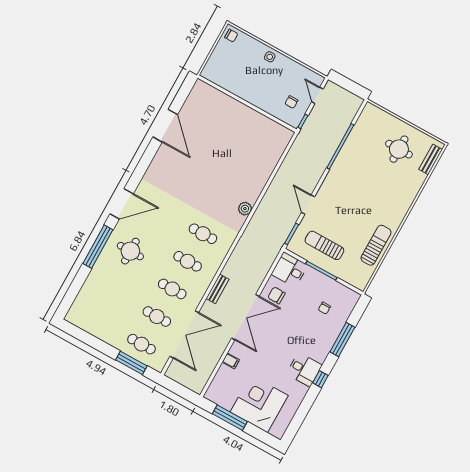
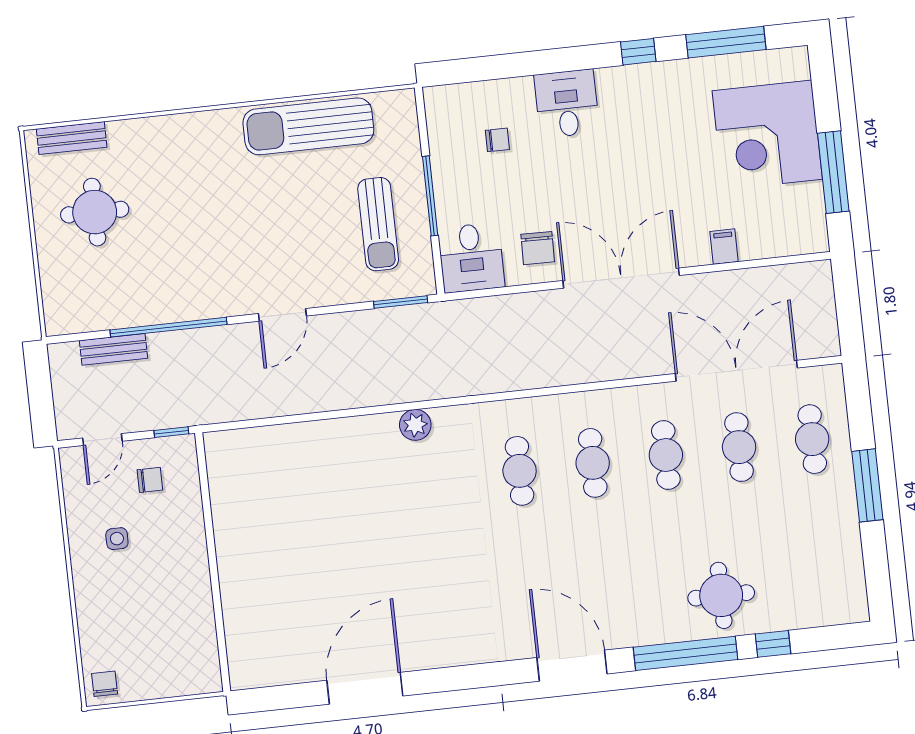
side table: (270, 57) -> (117, 539), moved
door: (308, 205) -> (282, 315), moved
sun lounger: (376, 245) -> (308, 126), width x1.36, depth x1.34
round table: (130, 251) -> (721, 595), moved
window: (79, 280) -> (773, 644), added
bench: (218, 289) -> (114, 349), moved
window: (342, 340) -> (726, 42), moved
window: (131, 363) -> (867, 485), moved
desk: (304, 370) -> (567, 104), moved

